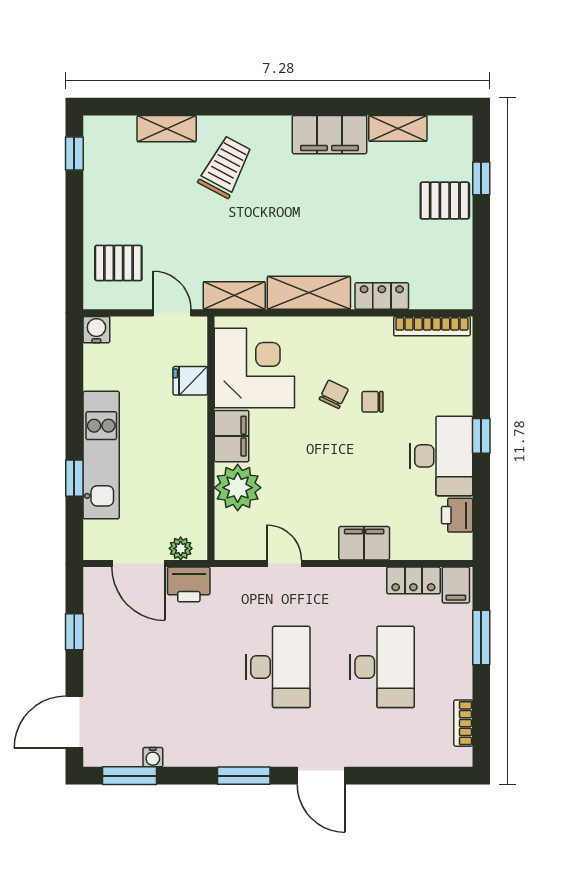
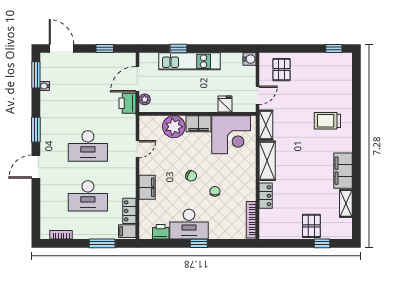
shelving: (167, 129) -> (346, 93), removed
trolley: (225, 167) -> (327, 121), turned 152
chair: (334, 394) -> (191, 176), moved

